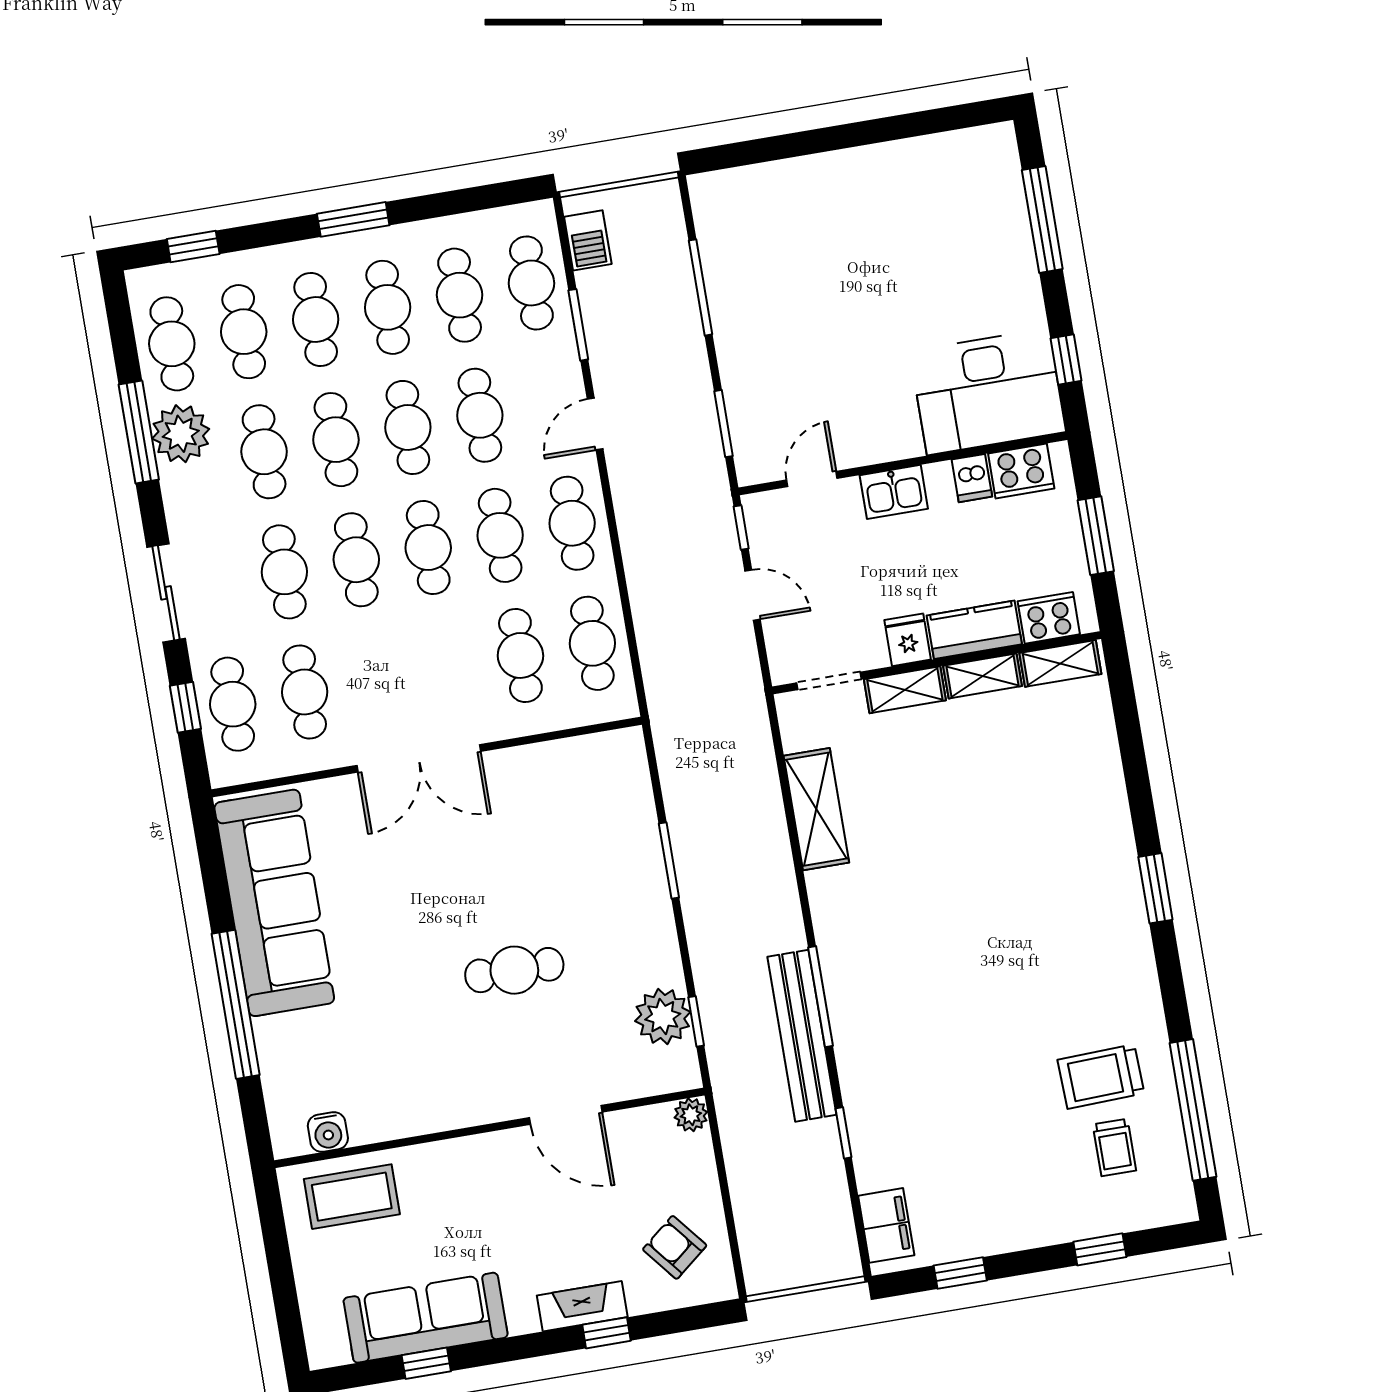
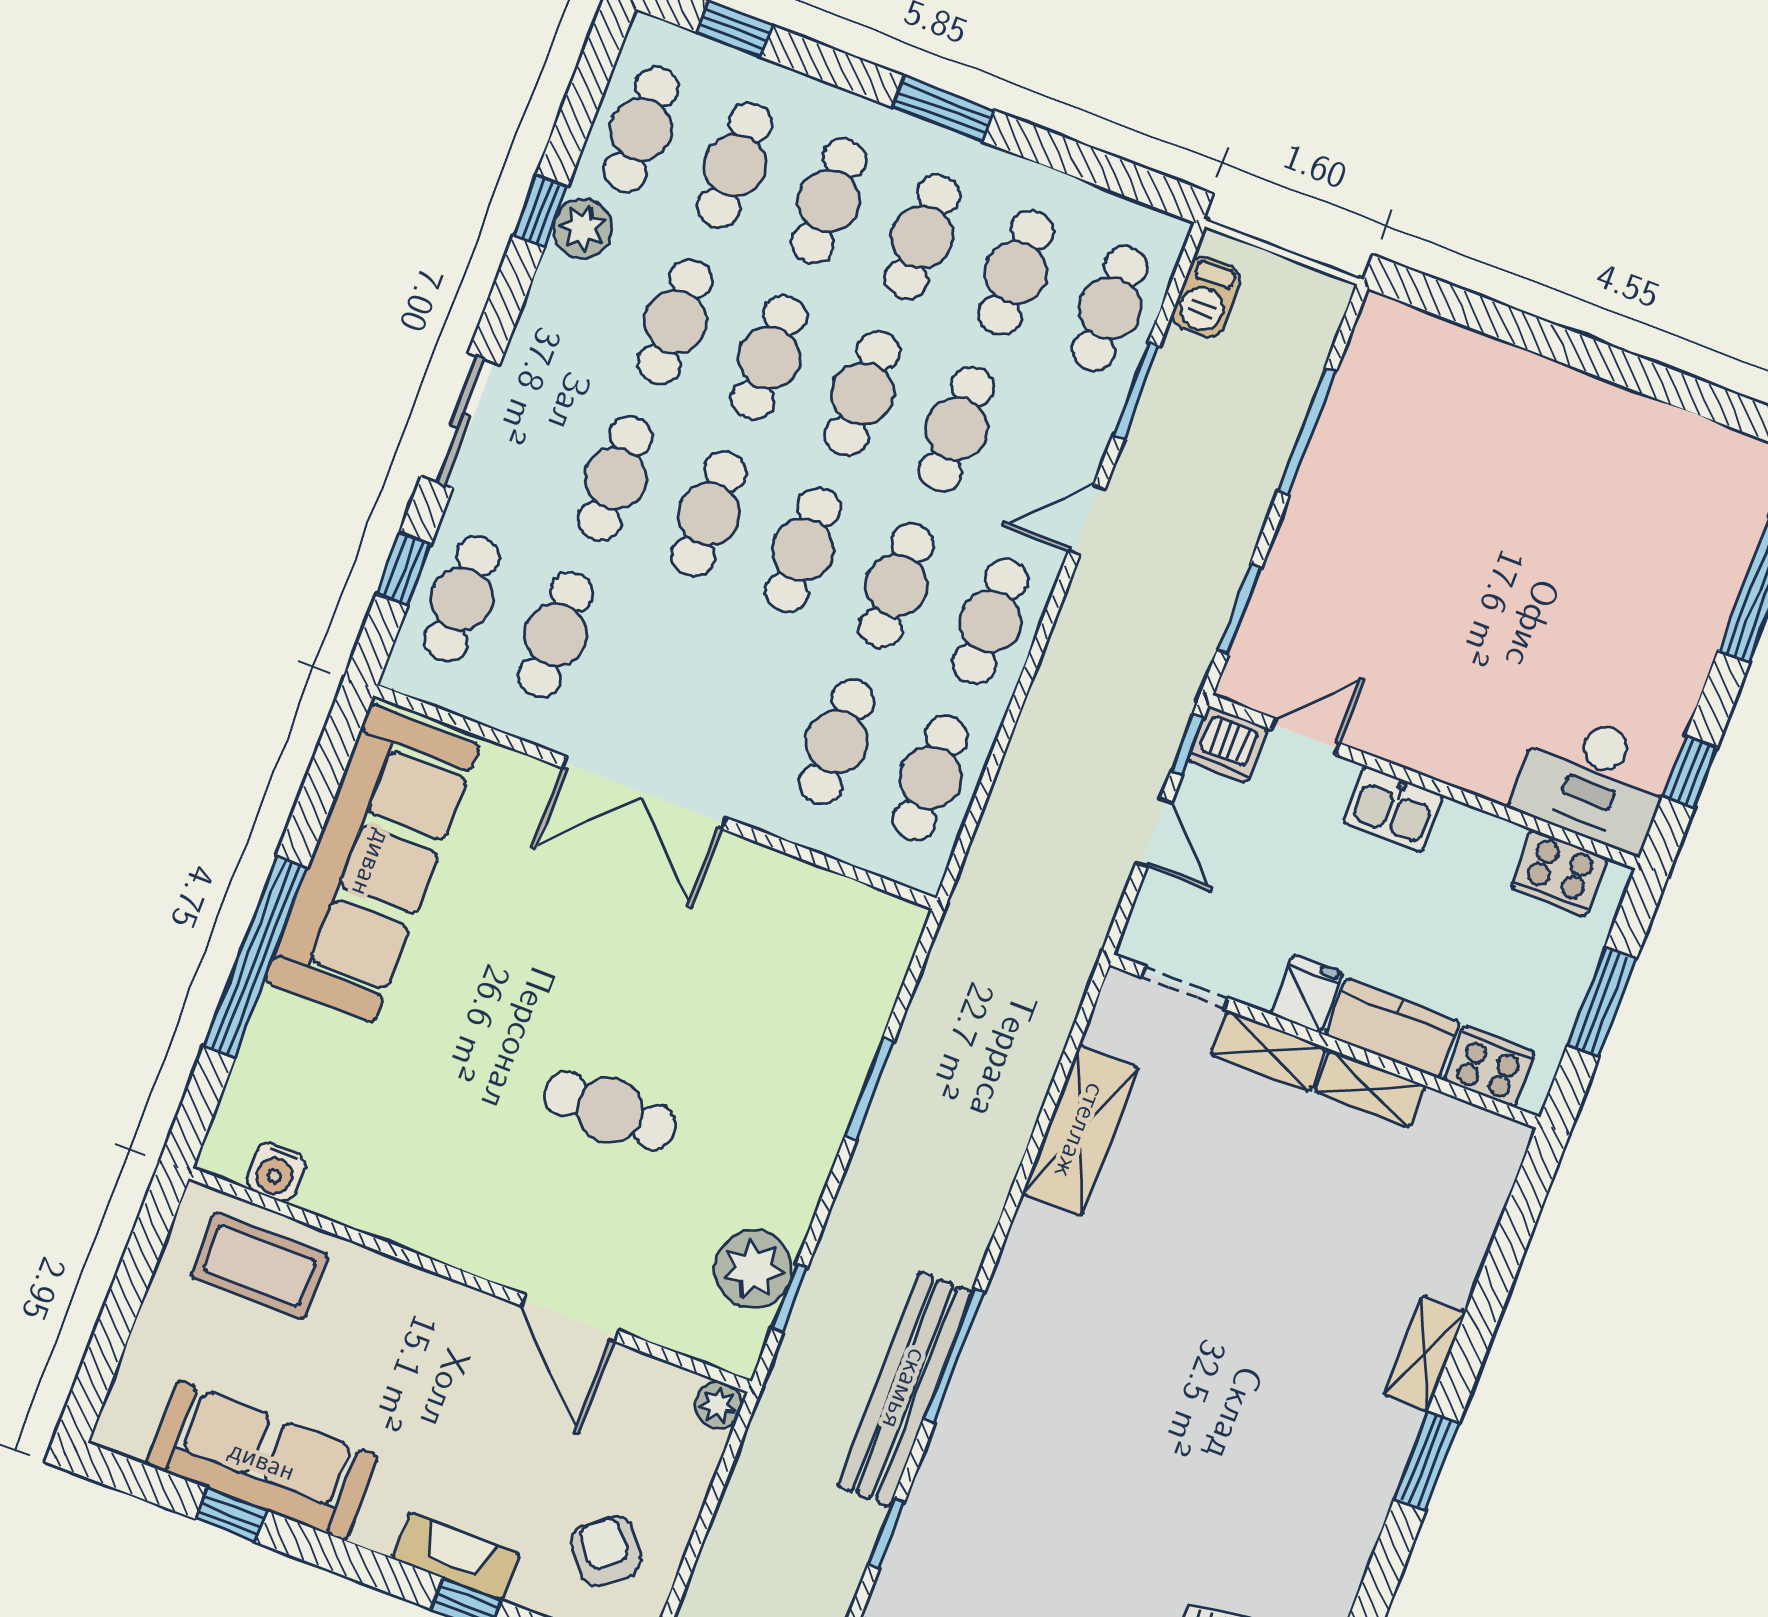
desk: (988, 392) -> (1593, 781), width x0.73, depth x0.77
window: (139, 432) -> (541, 211), width x0.46
plant: (181, 434) -> (583, 228), width x0.73, depth x0.73
dishwasher: (972, 478) -> (1228, 745), moved, width x1.38
shelving: (1060, 663) -> (1425, 1354), moved, turned 90

